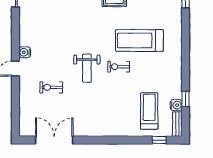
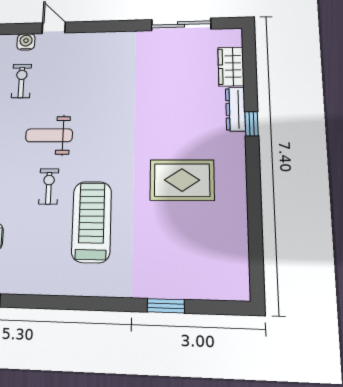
water cooler: (25, 52) -> (26, 42), moved

